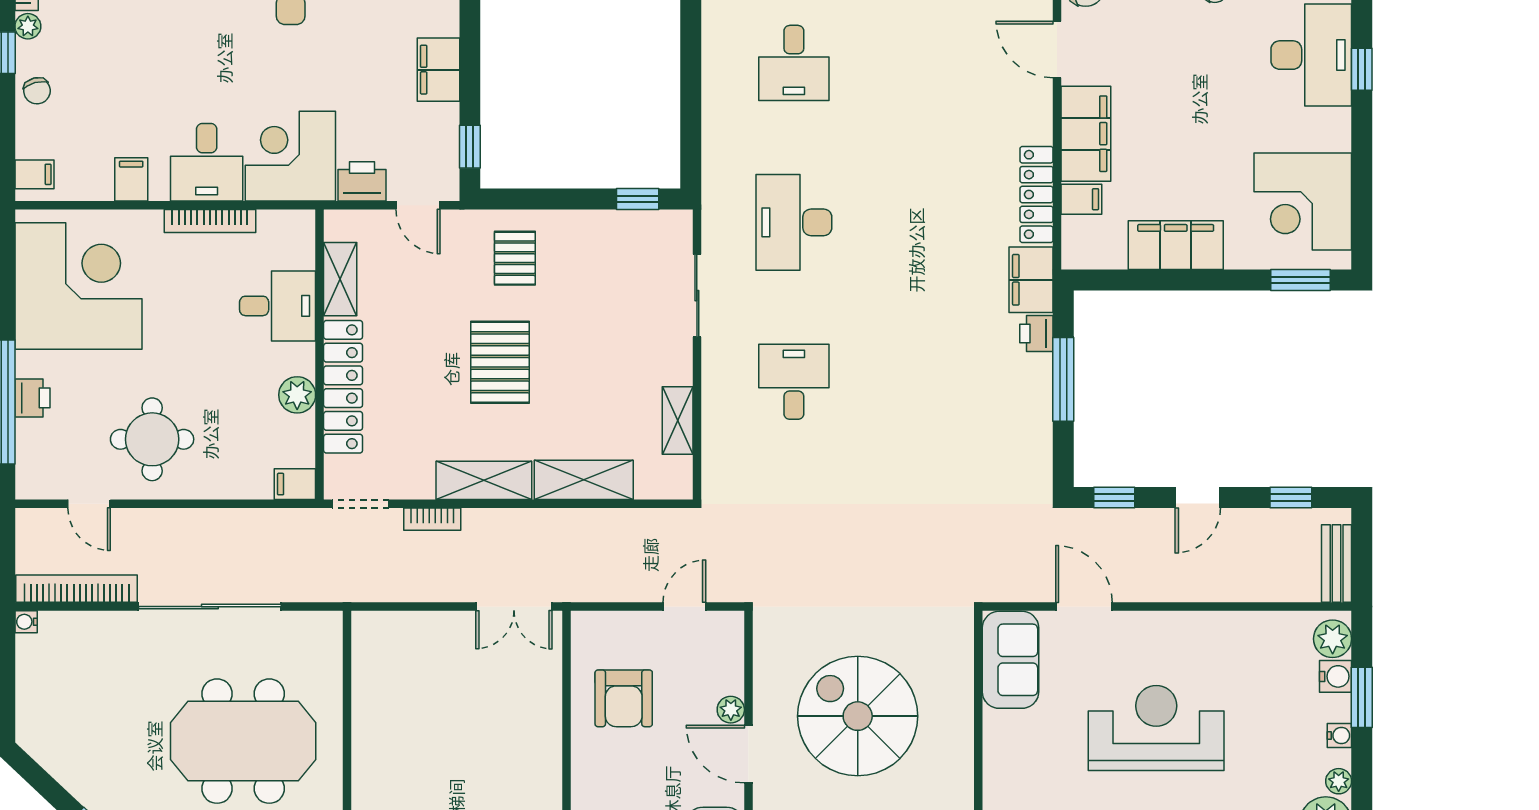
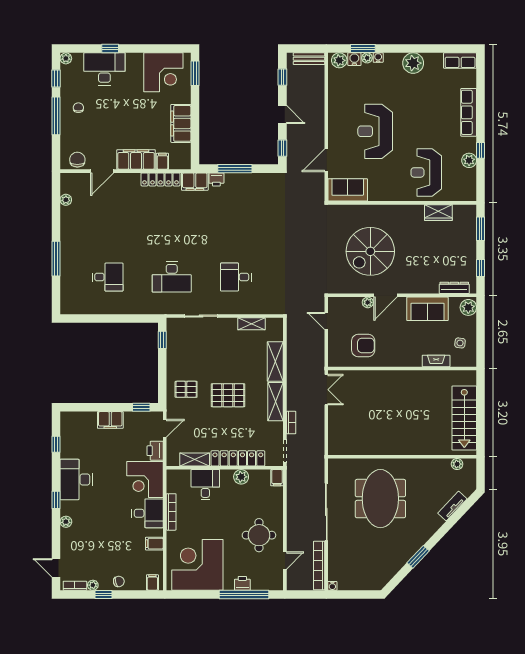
plant: (1339, 781) -> (367, 58), moved

